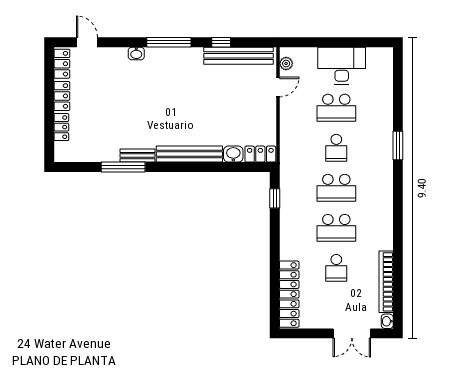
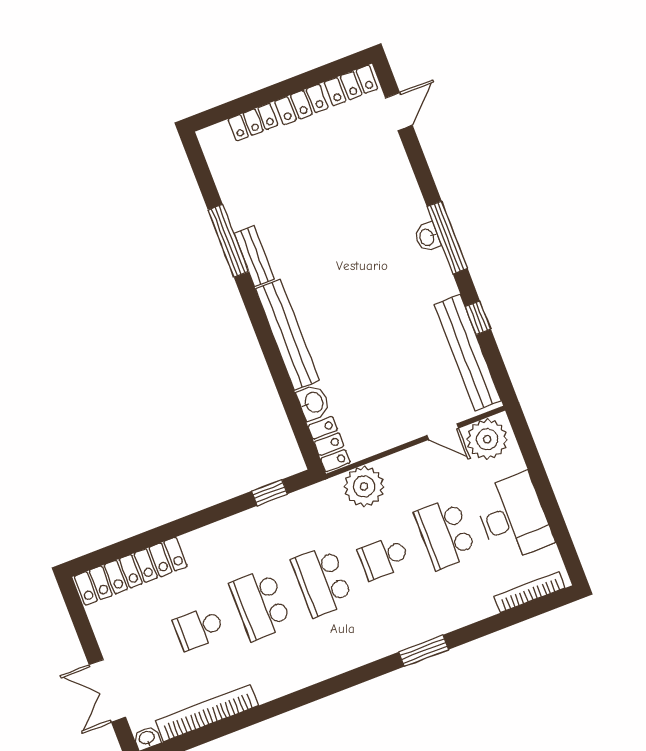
washbasin: (136, 54) -> (427, 237), moved
plant: (286, 64) -> (487, 439), width x1.87, depth x1.87
bookcase: (388, 73) -> (530, 592), added
plant: (292, 144) -> (364, 486), added

